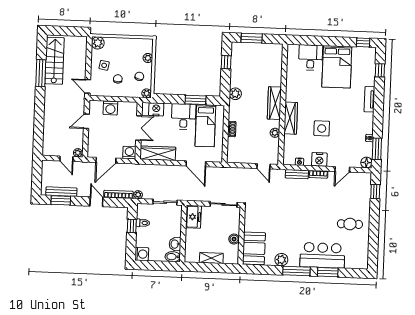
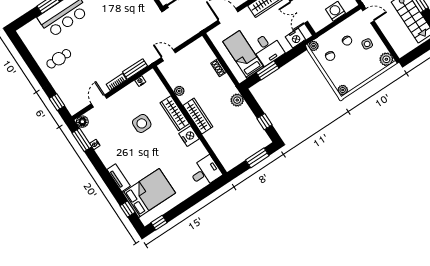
desk: (310, 57) -> (205, 172), moved, turned -90
plant: (148, 58) -> (343, 90), moved
bed: (337, 67) -> (149, 193), moved, turned 90
nightstand: (319, 159) -> (189, 136), moved, turned 90

